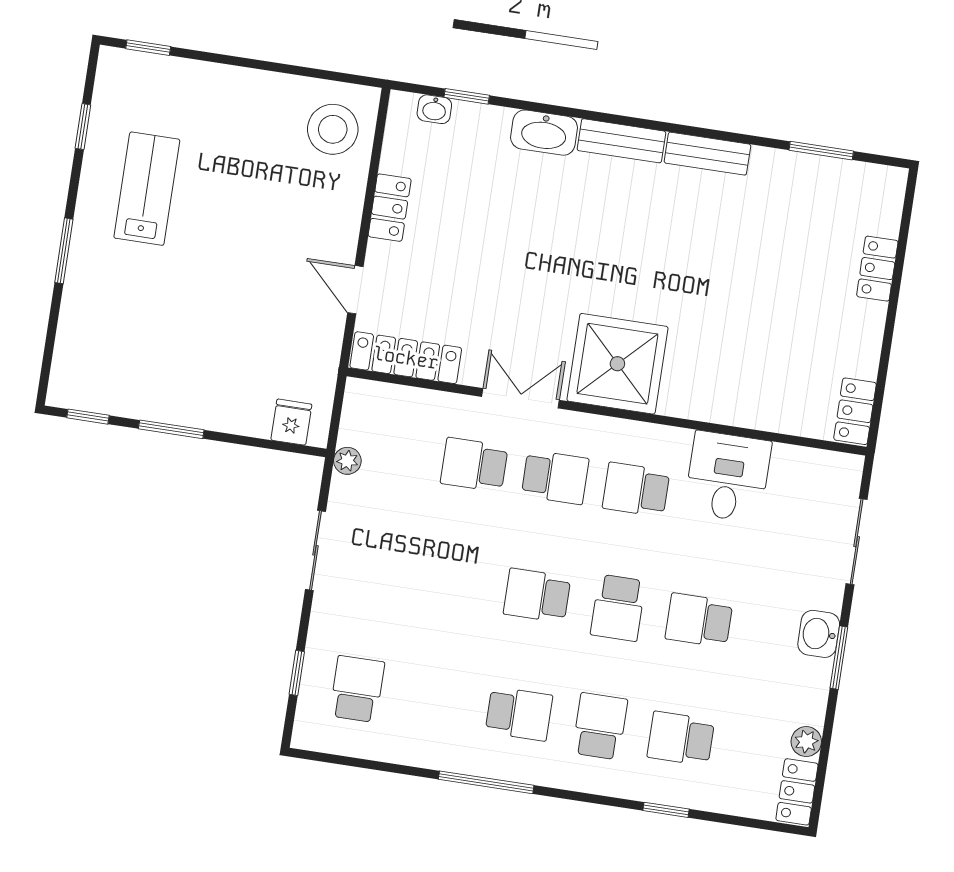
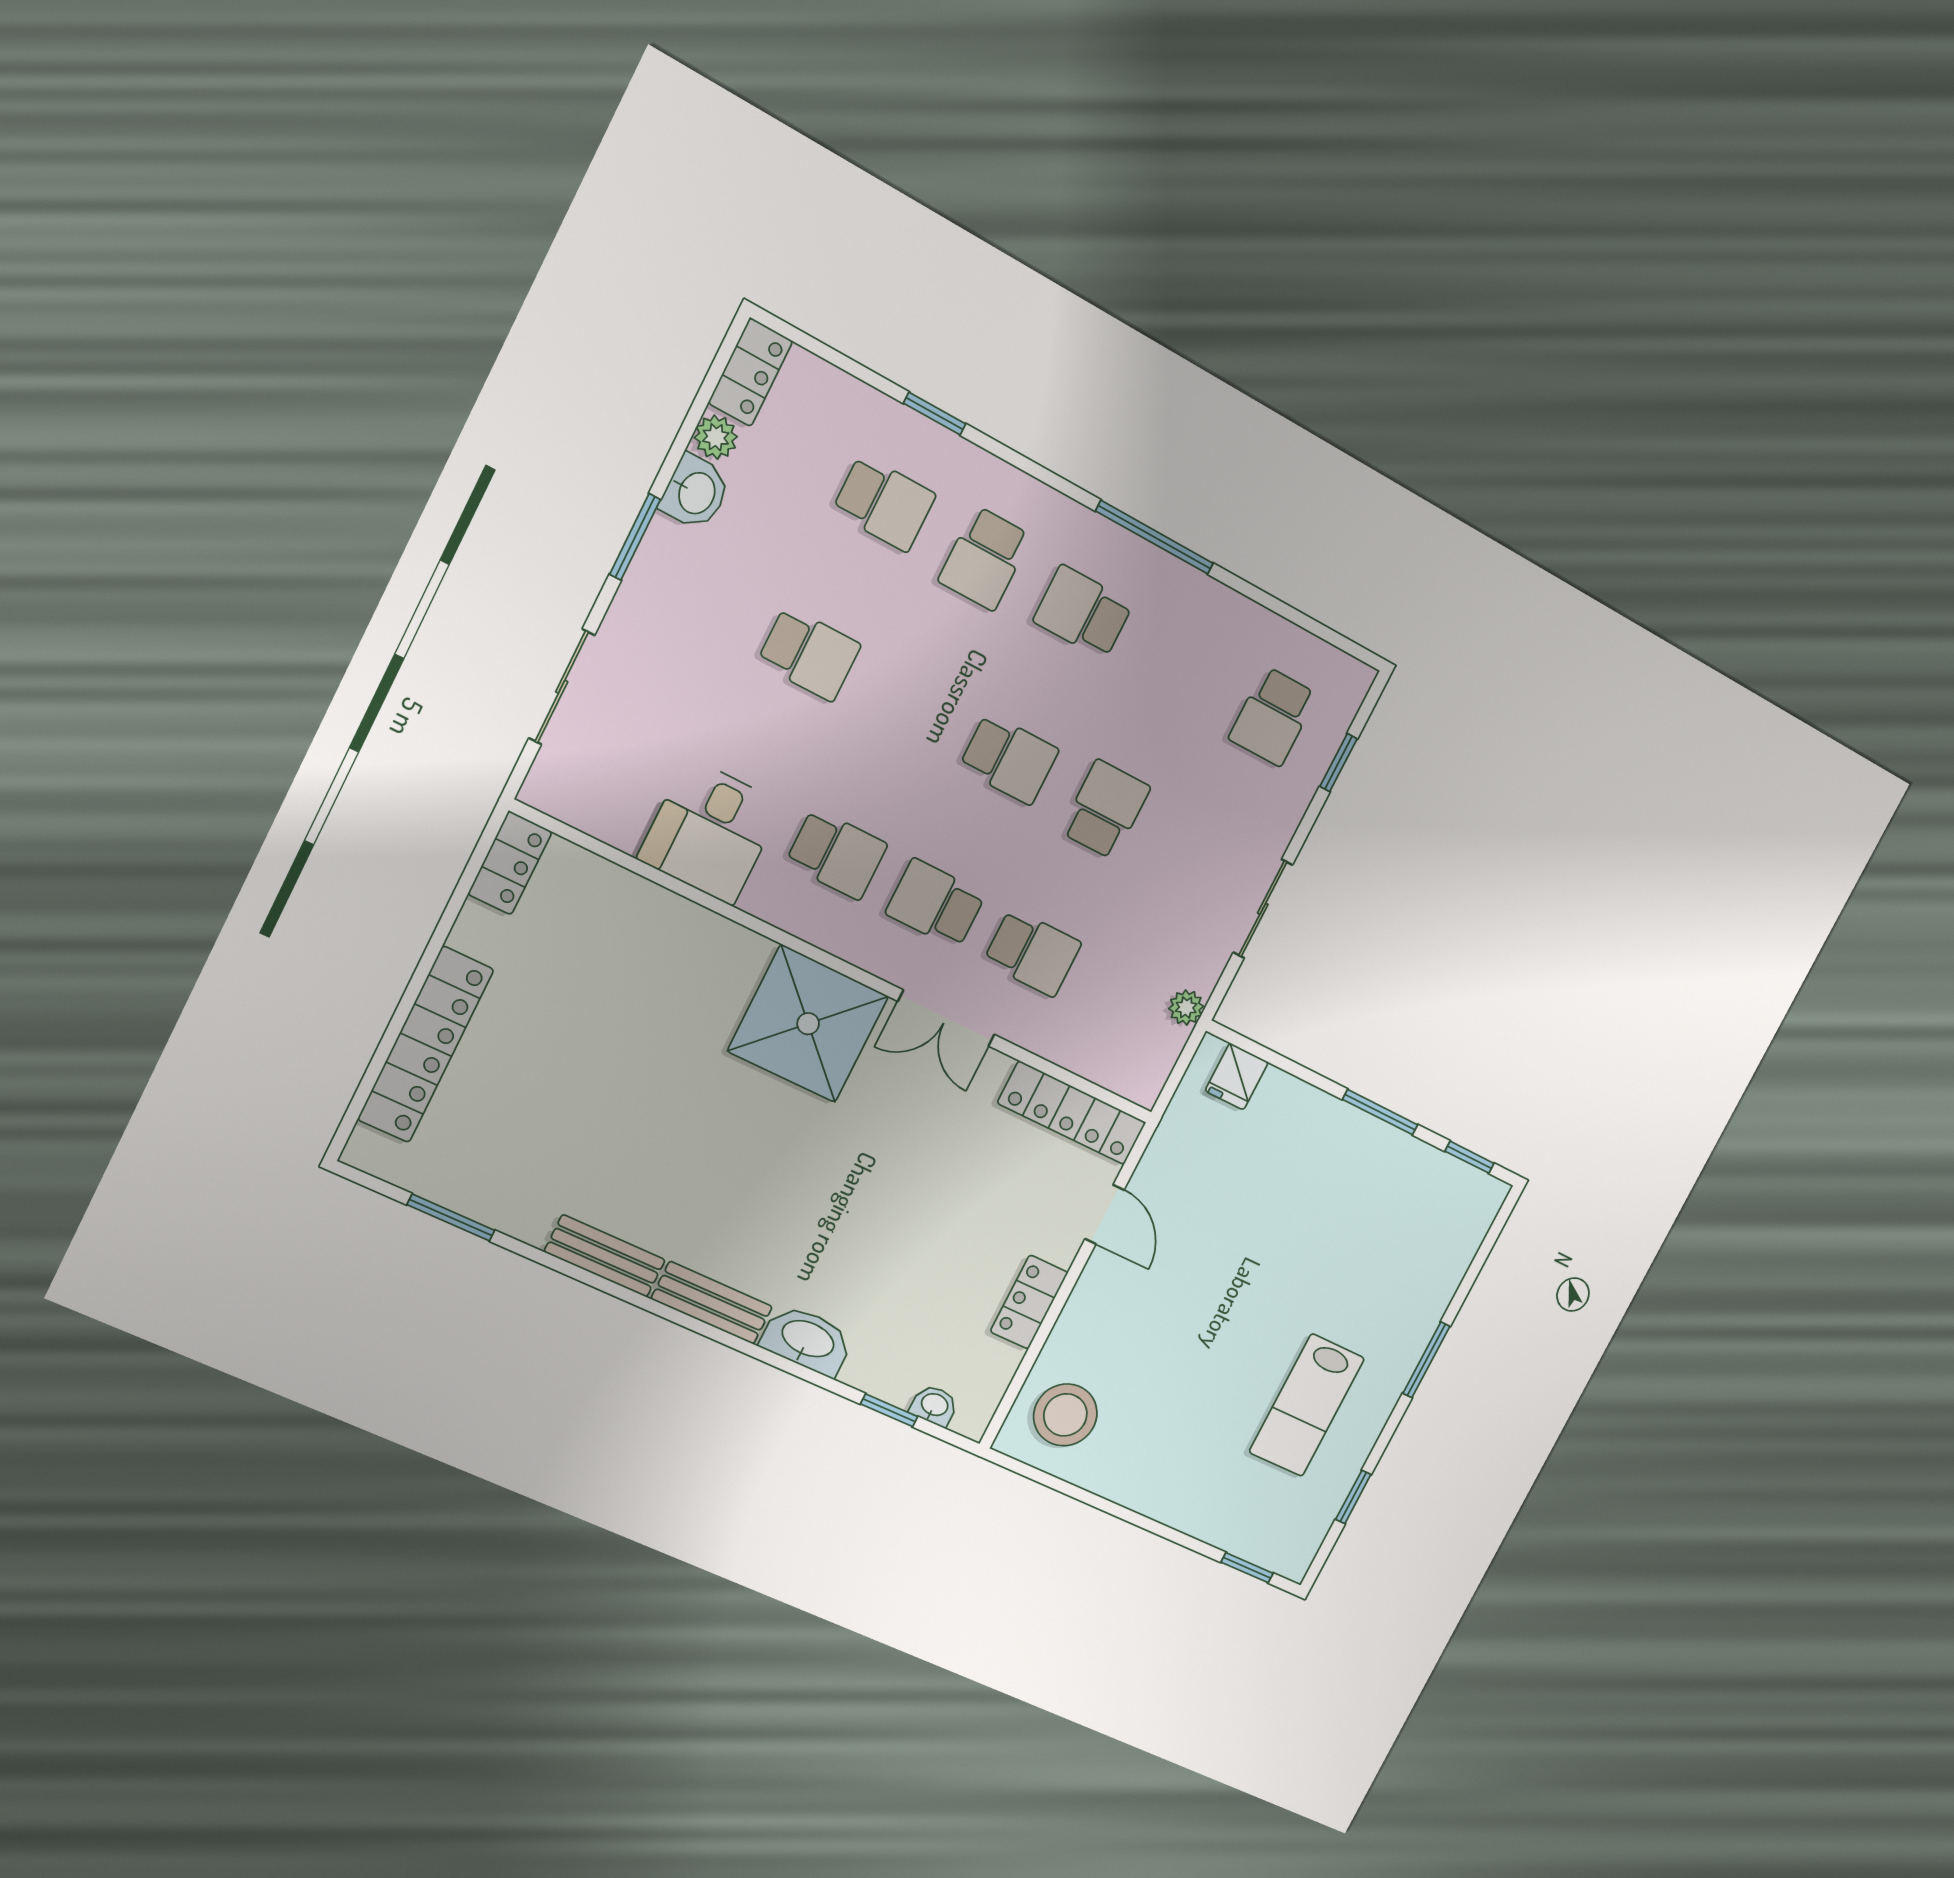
locker: (877, 269) -> (426, 1045), width x2.16, depth x1.21
school desk: (618, 608) -> (1105, 809), moved
washbasin: (819, 634) -> (695, 492), moved

